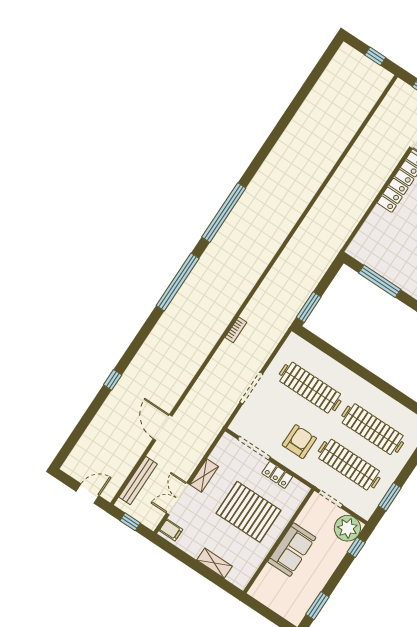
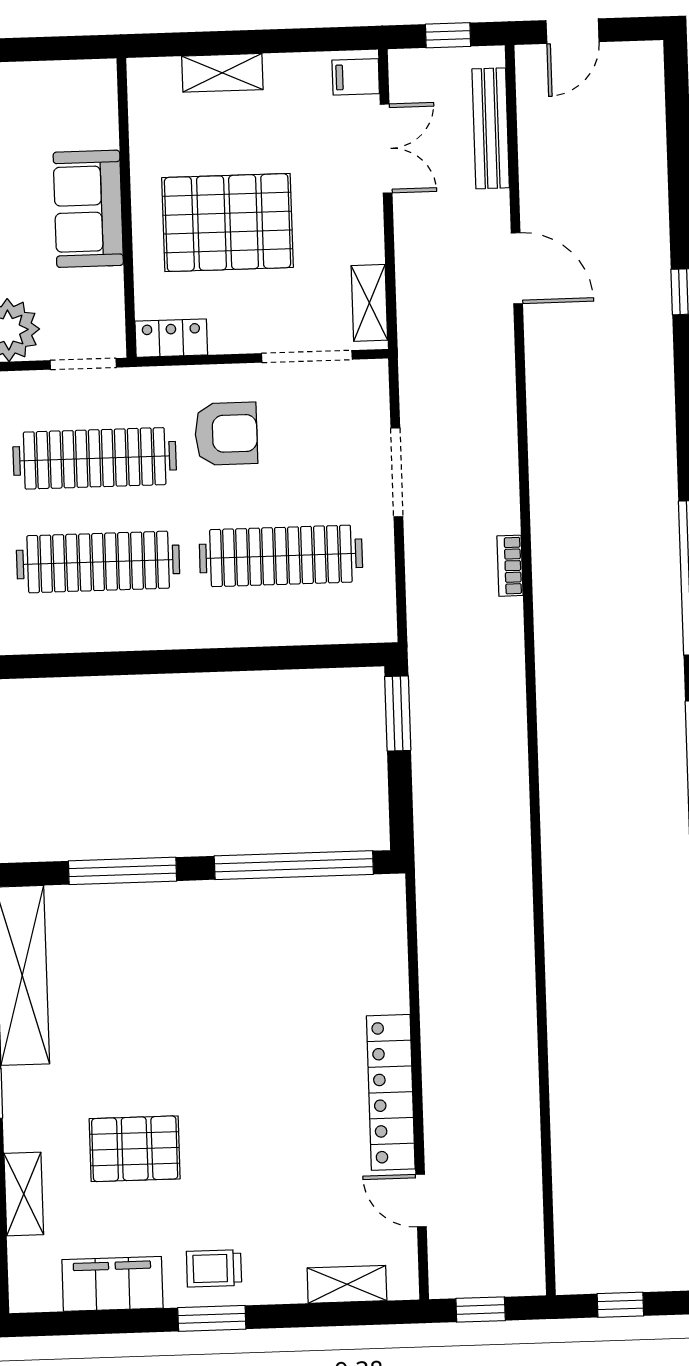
window: (380, 281) -> (294, 865), width x1.46
armchair: (299, 442) -> (226, 434), turned -90
shelving: (204, 475) -> (369, 303), moved
locker: (277, 475) -> (171, 338), moved

